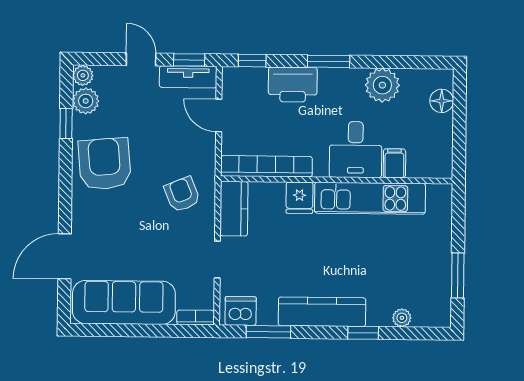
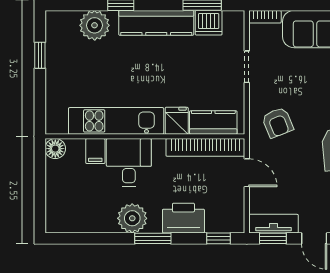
plant: (382, 85) -> (132, 218), moved
floor lamp: (442, 101) -> (55, 149), moved
door: (219, 115) -> (247, 173), moved
kitchen counter: (234, 209) -> (213, 122), moved, turned 90
window: (458, 275) -> (40, 55), width x0.67
dishwasher: (241, 311) -> (209, 23), moved
plant: (402, 318) -> (95, 25), width x1.88, depth x1.88

